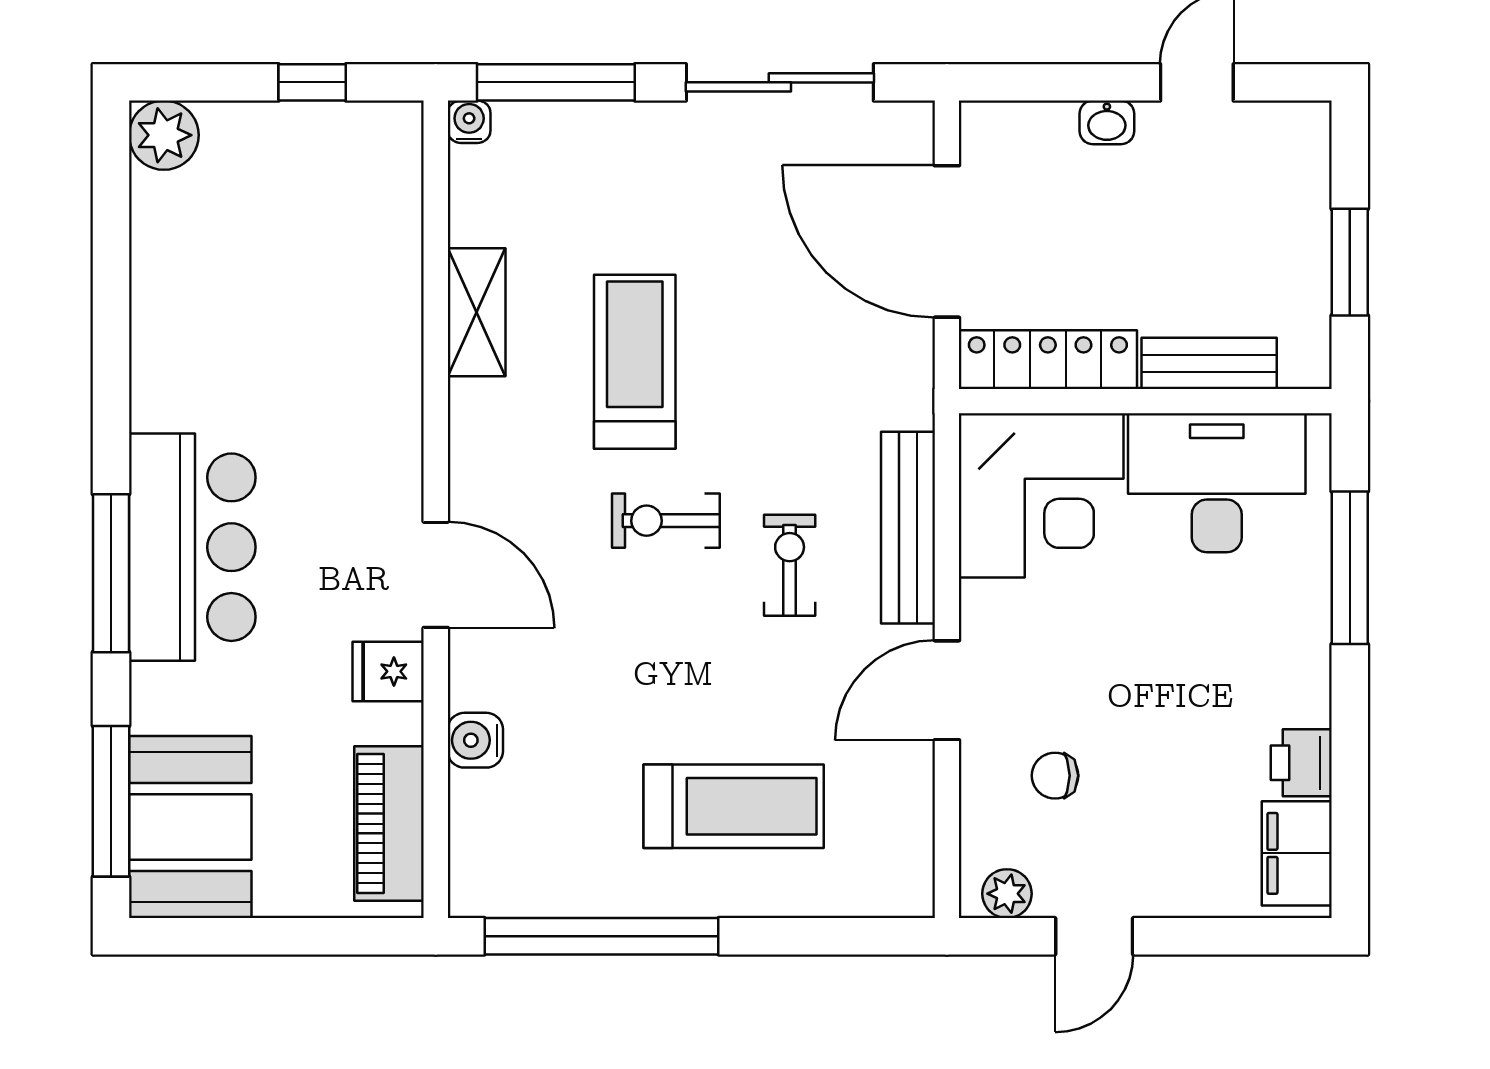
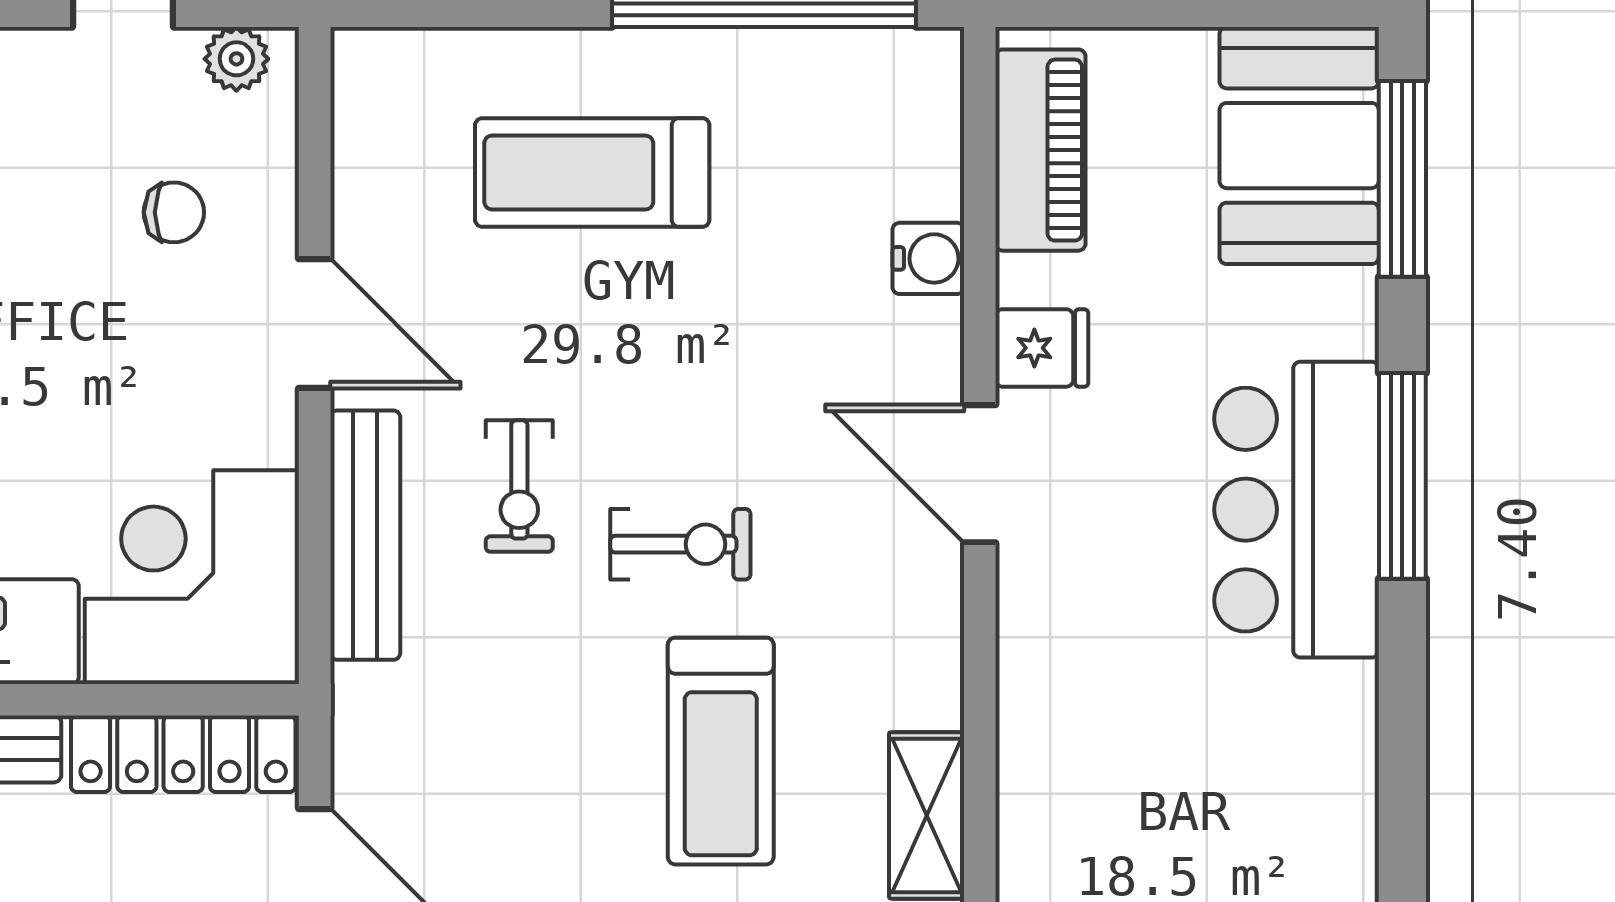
door: (947, 690) -> (315, 323), hinge flipped

